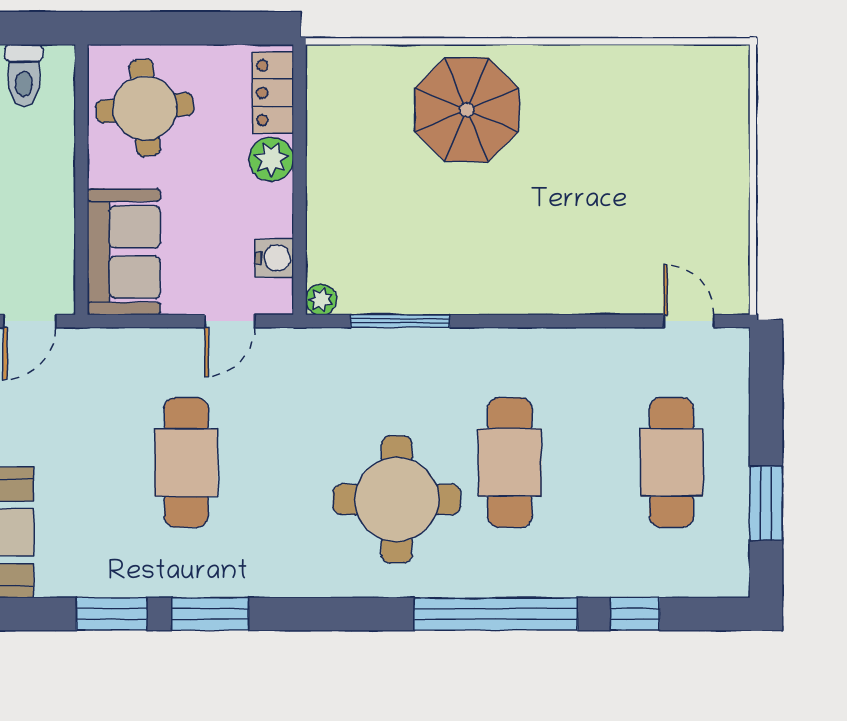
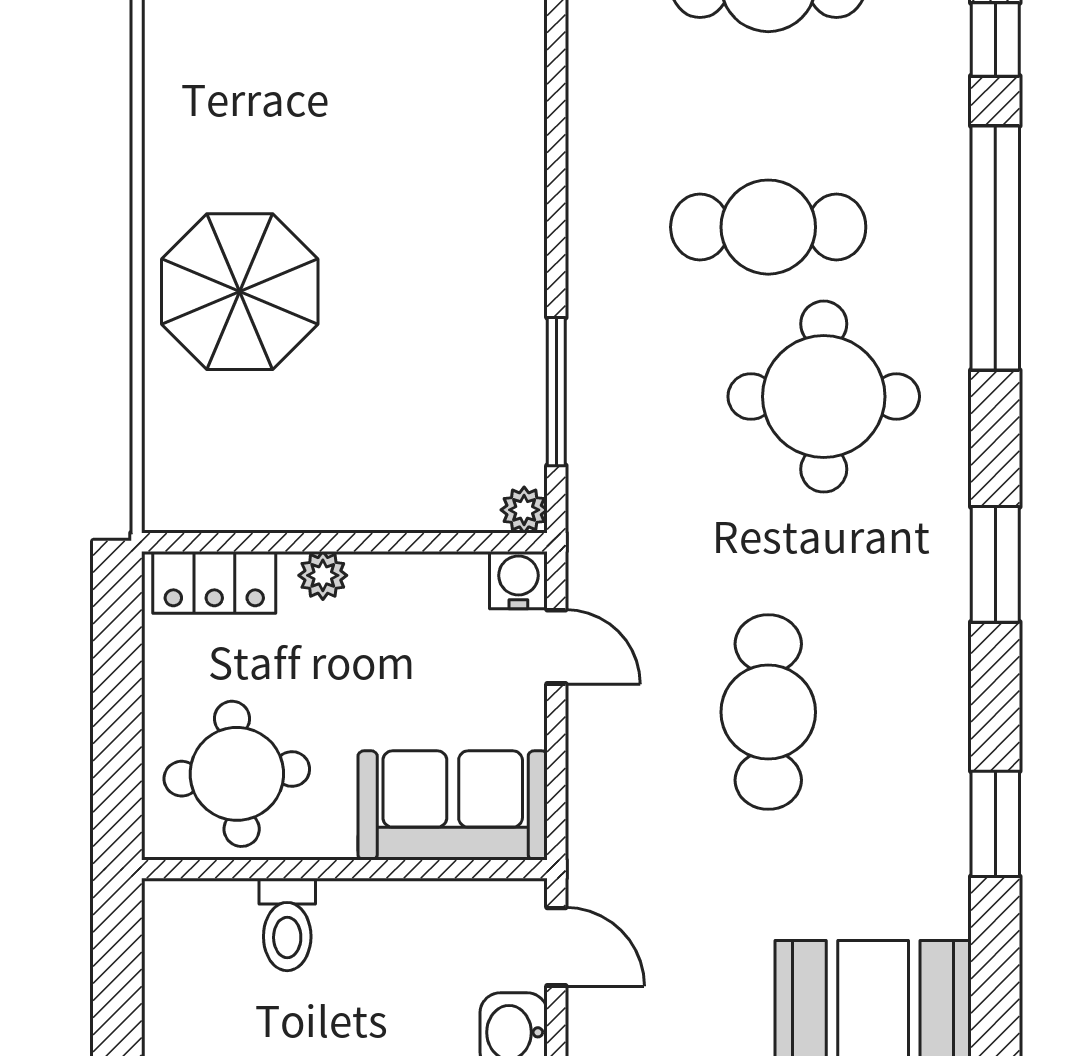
toilet: (24, 75) -> (287, 925), moved, turned 90
plant: (271, 159) -> (323, 575), width x0.73, depth x0.73
water cooler: (274, 258) -> (518, 580), moved
cafe table: (186, 462) -> (768, 712), turned 90
window: (210, 614) -> (995, 564), moved

